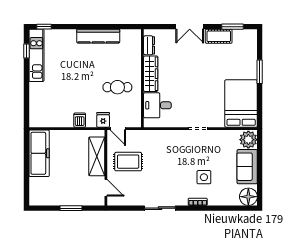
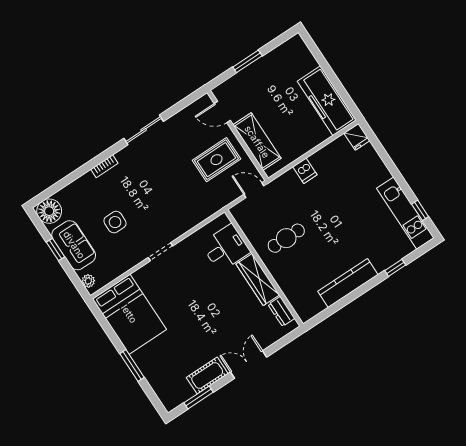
window: (44, 27) -> (395, 268), moved
fridge: (103, 120) -> (357, 137), moved
plant: (248, 140) -> (88, 281), width x0.53, depth x0.53
window: (260, 171) -> (56, 250), added
side table: (204, 177) -> (115, 222), moved

